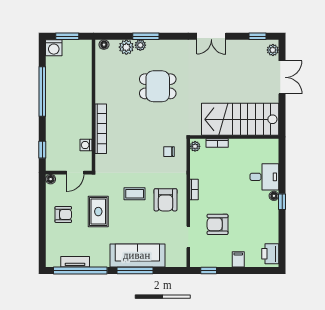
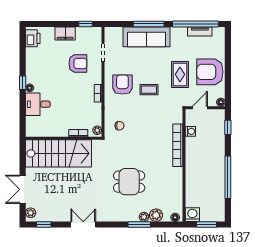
washing machine: (54, 48) -> (192, 215), moved
armchair: (63, 214) -> (210, 72), width x1.88, depth x1.88
filing cabinet: (238, 259) -> (65, 34), width x2.00

